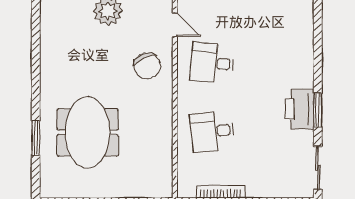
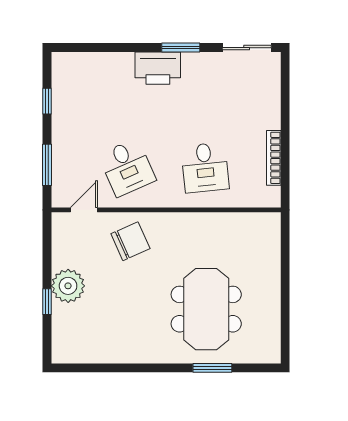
desk: (212, 63) -> (127, 167), turned -30
printer: (300, 109) -> (158, 68), moved
meeting table: (88, 132) -> (206, 309), turned 90

